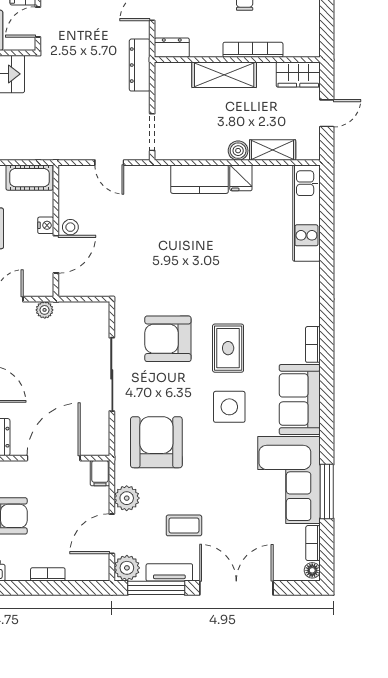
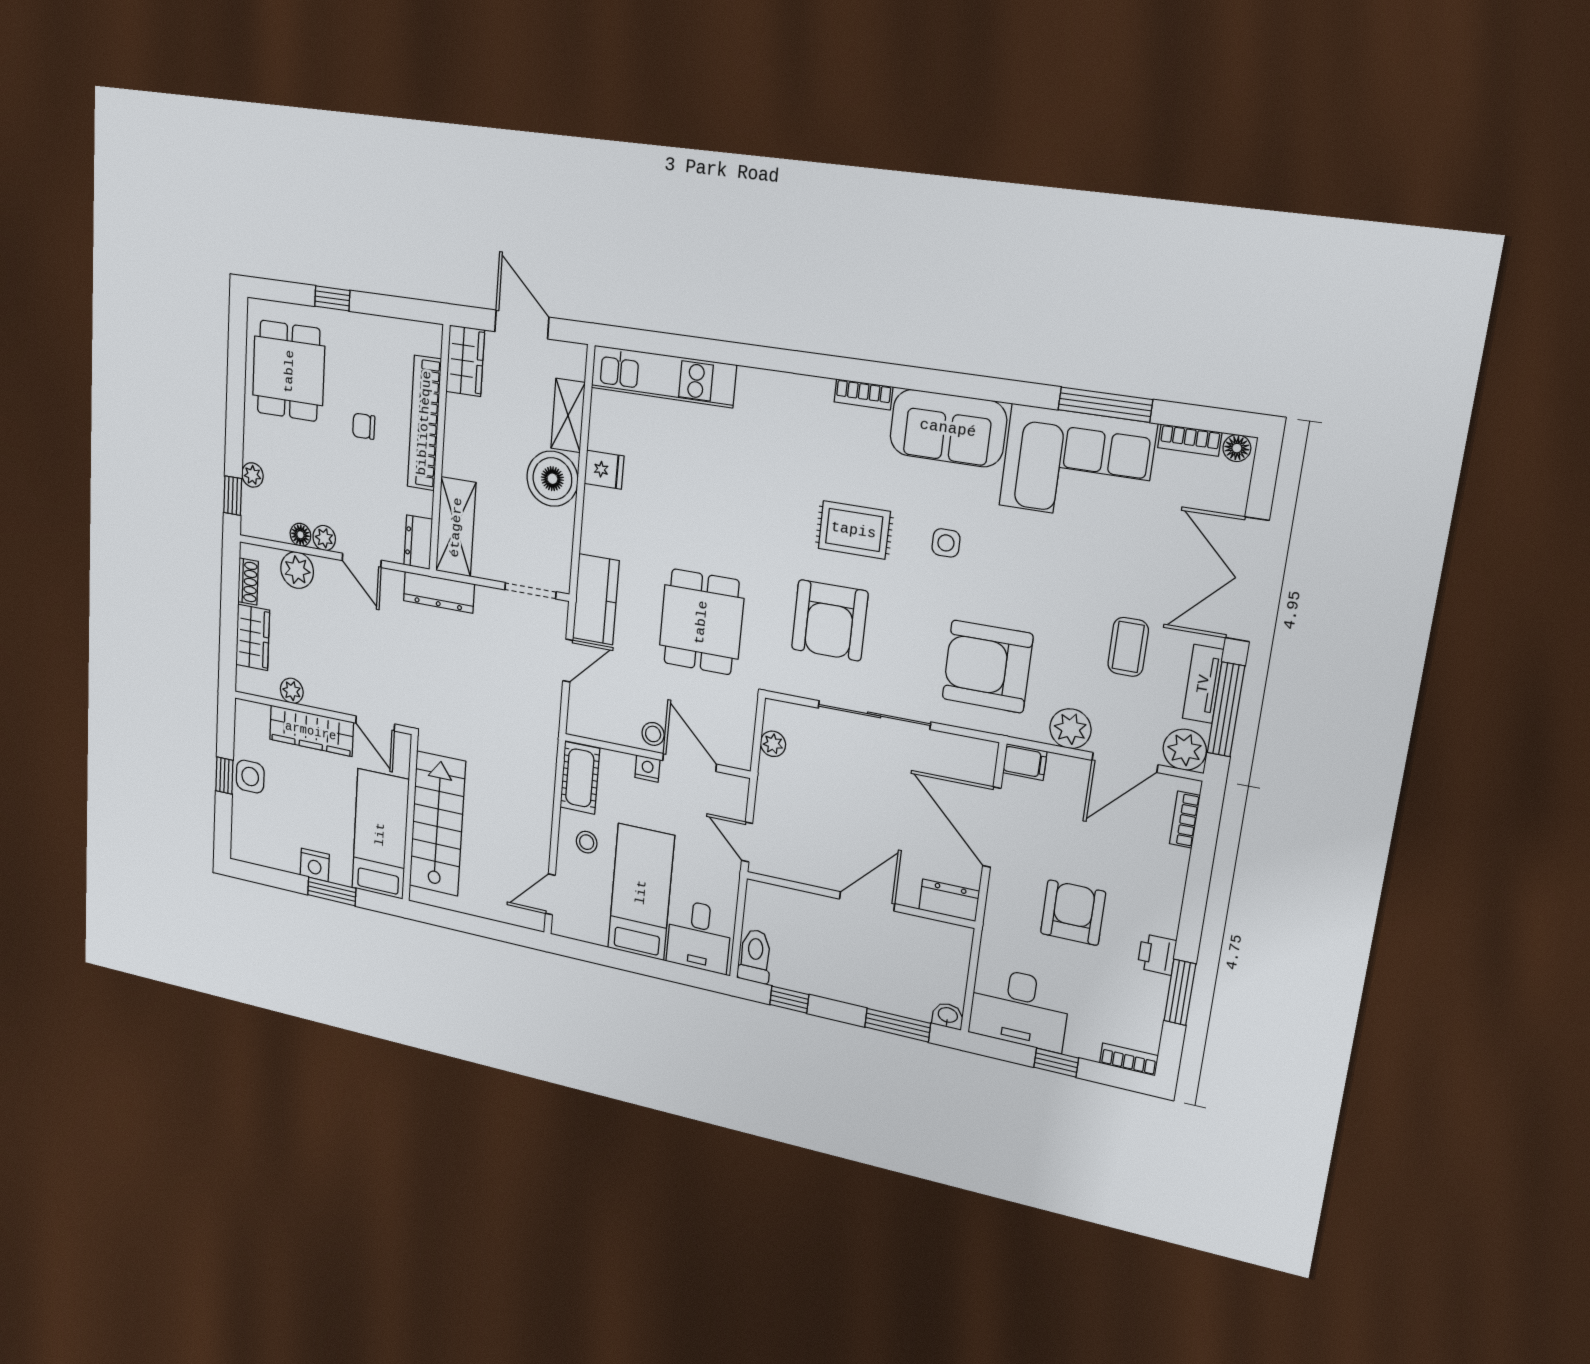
bookcase: (253, 50) -> (424, 423), width x1.48, depth x1.31
shelving: (224, 75) -> (456, 527), moved
door: (327, 113) -> (522, 324), width x1.38
boiler: (238, 151) -> (552, 479), width x1.86, depth x1.86
kitchen counter: (200, 179) -> (596, 599), moved
dining table: (152, 254) -> (701, 622), added
plant: (45, 310) -> (773, 744), moved
side table: (229, 407) -> (946, 543), width x0.54, depth x0.54
door: (112, 534) -> (1125, 763), hinge flipped
bookcase: (48, 574) -> (1185, 820), moved

